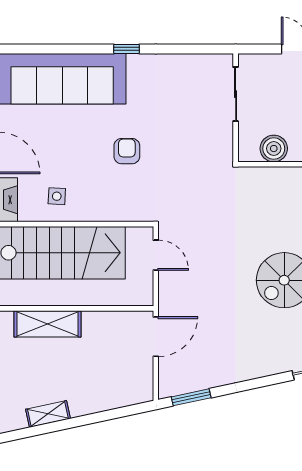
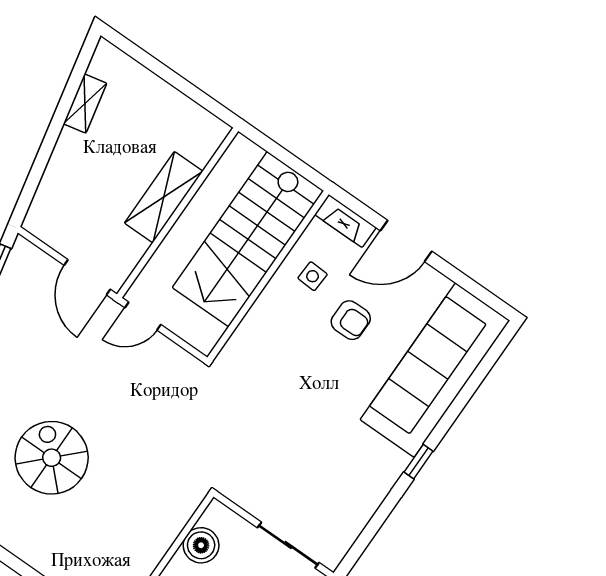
armchair: (127, 151) -> (351, 320), moved
door: (156, 255) -> (143, 316), moved
shelving: (48, 324) -> (164, 197), moved

